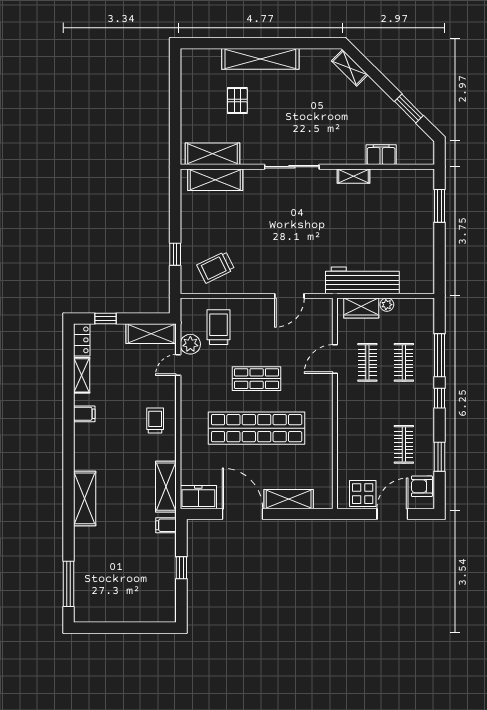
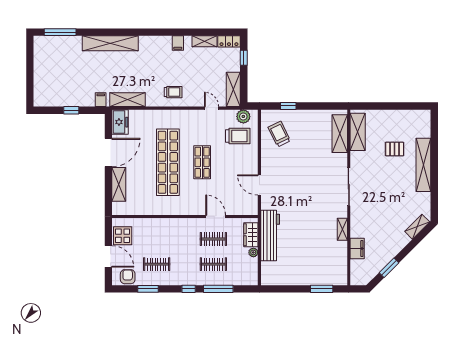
plant: (190, 344) -> (243, 116), moved
shelving: (85, 498) -> (110, 43), width x1.47

